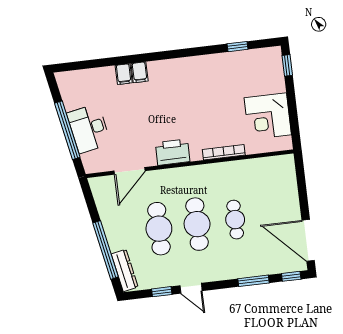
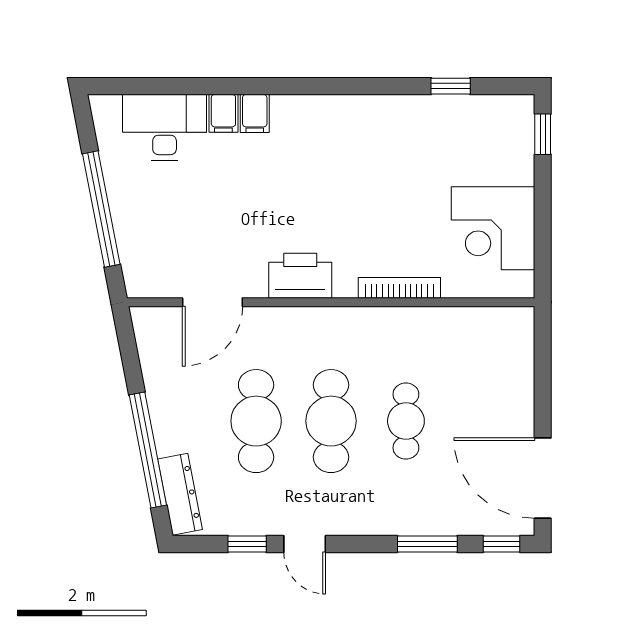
desk: (89, 128) -> (165, 127), moved, turned 101

